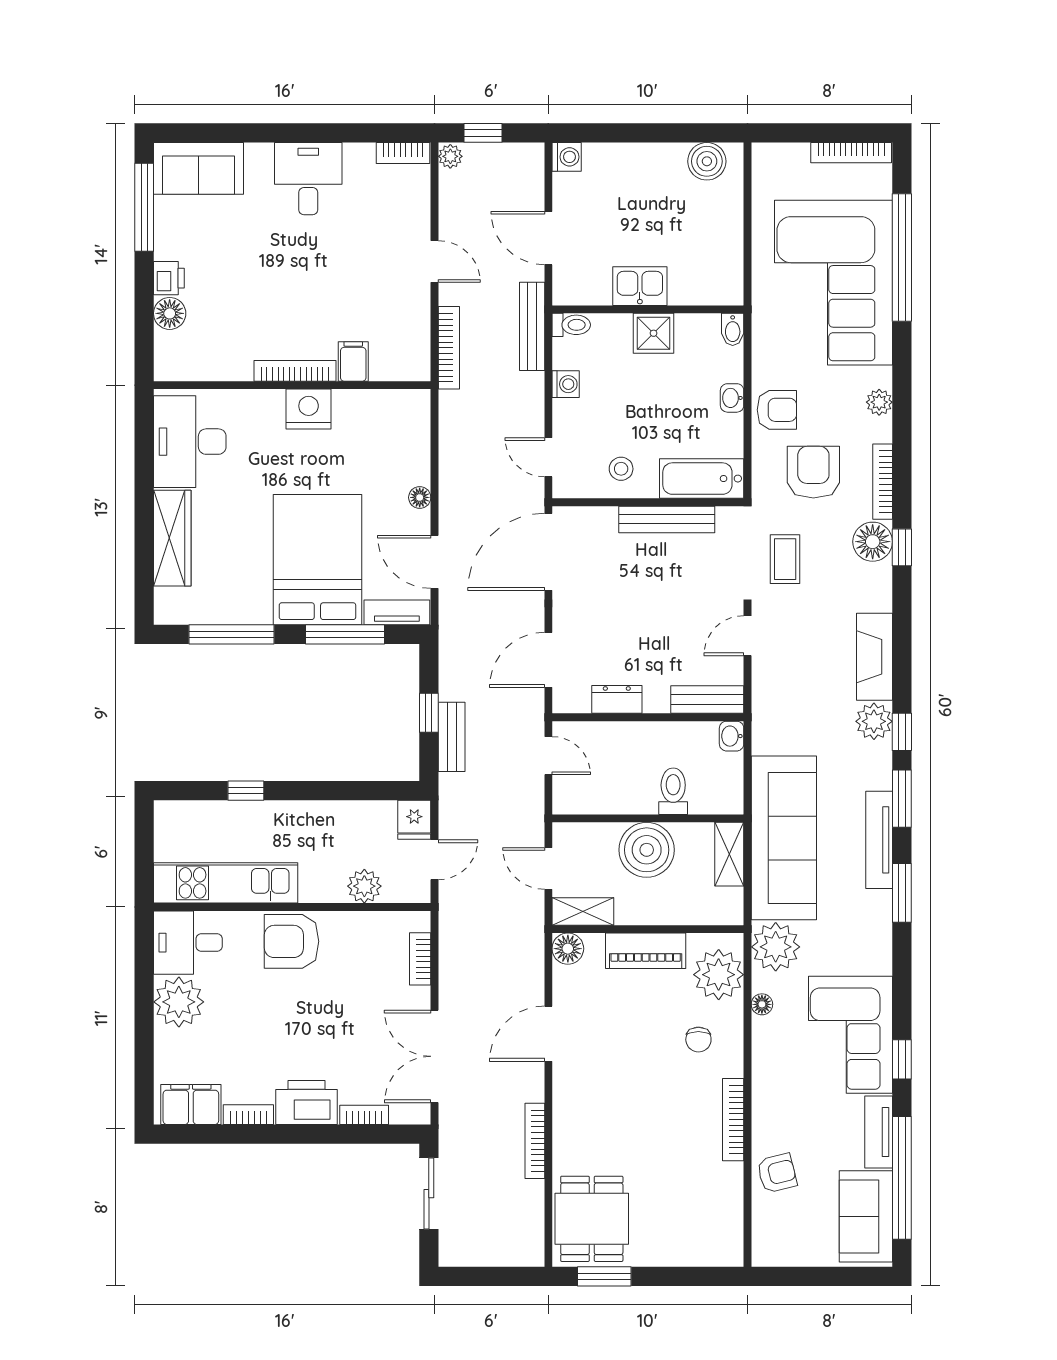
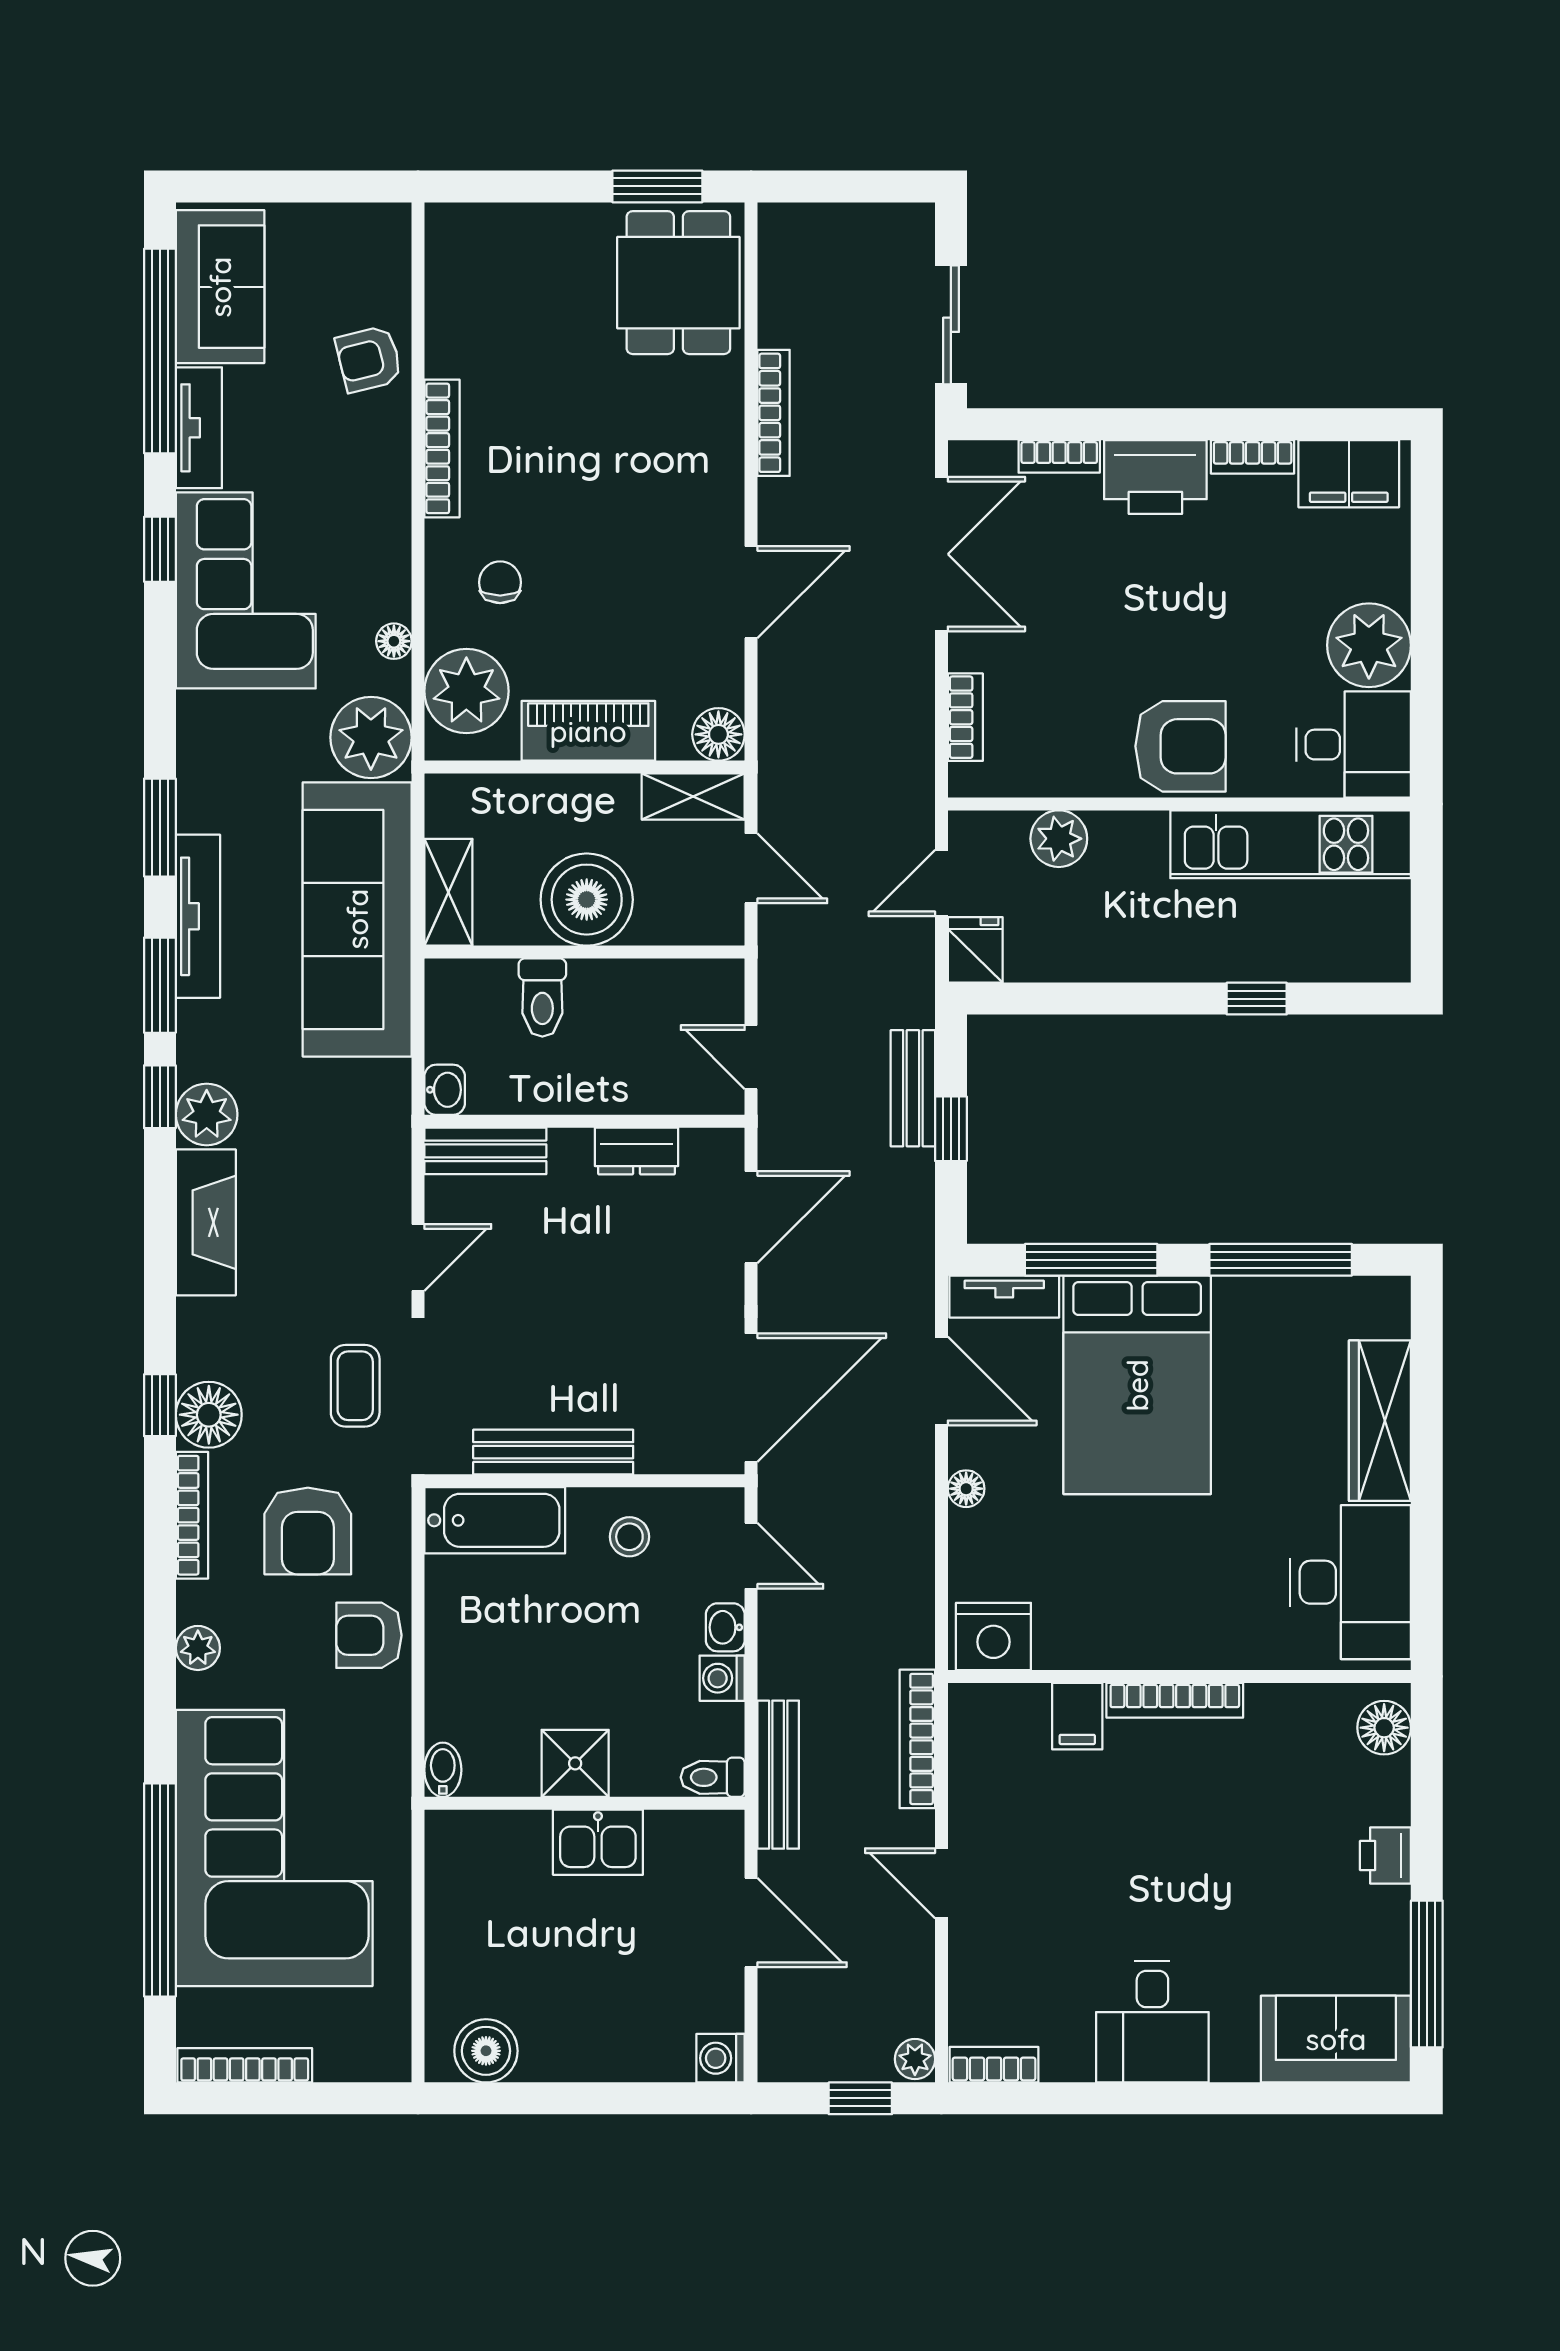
floor lamp: (170, 313) -> (1384, 1728), moved
washbasin: (732, 398) -> (725, 1627), moved, turned 180
nightstand: (309, 409) -> (993, 1636), moved

